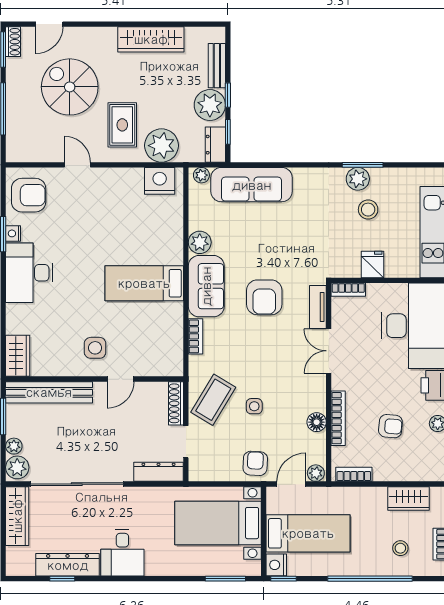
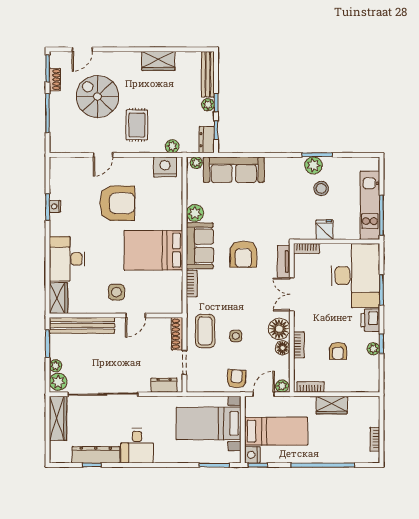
wardrobe: (151, 39) -> (158, 61), width x0.67
shoe rack: (13, 42) -> (55, 80), moved
bench: (217, 66) -> (208, 74), width x1.36
plant: (210, 105) -> (208, 105), width x0.53, depth x0.53
plant: (162, 146) -> (172, 146), width x0.53, depth x0.53
door: (77, 165) -> (103, 155), swing flipped
armchair: (29, 195) -> (117, 203), moved, width x1.36, depth x1.36
desk: (29, 273) -> (67, 259), moved
bed: (144, 283) -> (153, 250), width x1.50
floor lamp: (312, 397) -> (279, 329), added
coffee table: (213, 400) -> (205, 331), turned -31
bookcase: (338, 418) -> (299, 345), width x0.64
armchair: (390, 426) -> (338, 351), turned 85
dresser: (159, 472) -> (164, 385), width x0.70
wardrobe: (409, 498) -> (332, 405), moved
stool: (400, 548) -> (345, 442), removed

